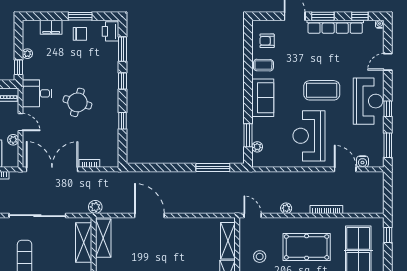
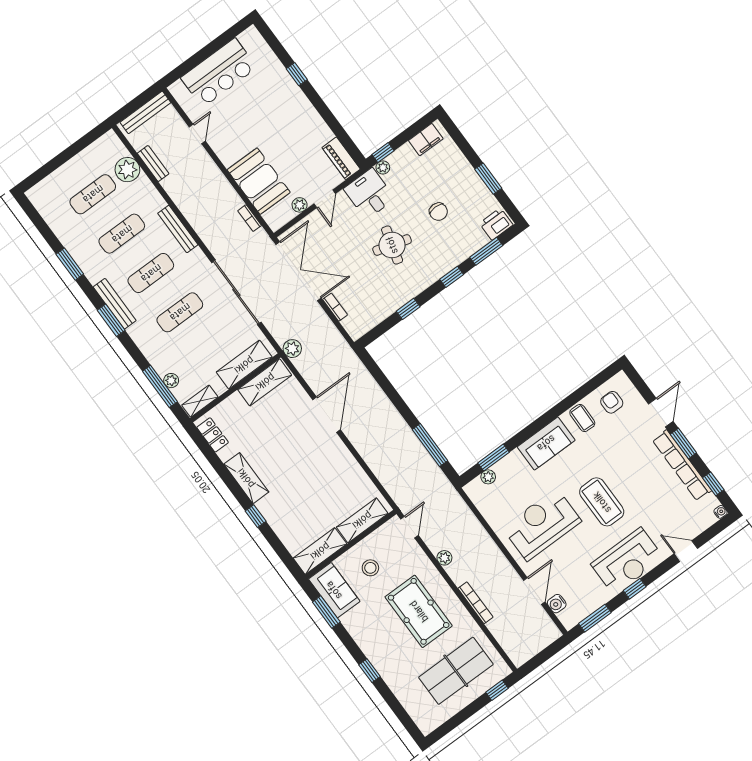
filing cabinet: (51, 27) -> (426, 140), moved, turned -90
chair: (80, 34) -> (438, 212), moved
plant: (27, 54) -> (383, 167), moved

